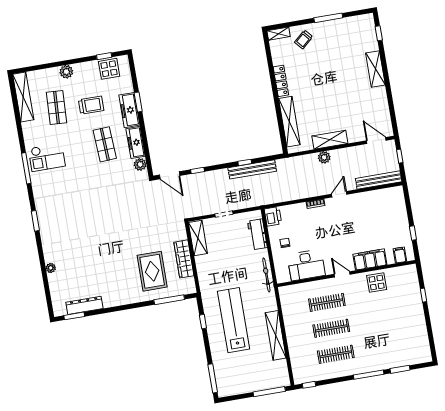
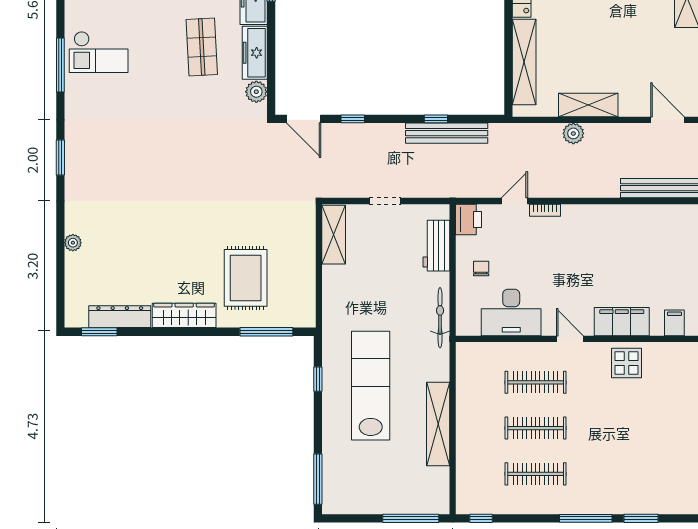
door: (339, 194) -> (515, 201), moved
wardrobe: (184, 259) -> (184, 315), moved, turned 90

